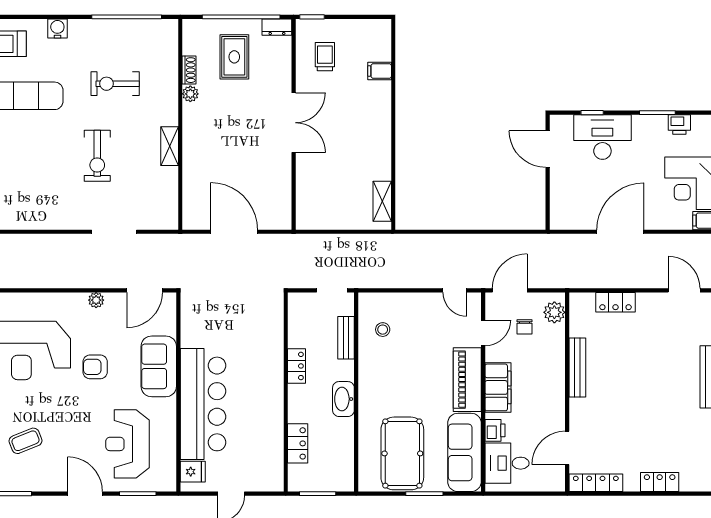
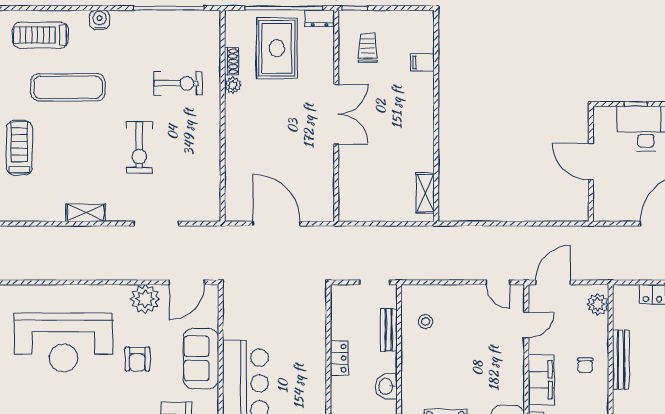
rug: (234, 57) -> (277, 48), width x1.36, depth x1.43
exercise bike: (115, 84) -> (178, 83), moved, turned 180
shelving: (170, 146) -> (86, 213), moved, turned 90
door: (548, 149) -> (591, 162), moved
plant: (96, 300) -> (145, 299), width x1.87, depth x1.87
chair: (525, 327) -> (585, 365), moved
armchair: (95, 367) -> (137, 359), turned -90
piano: (467, 380) -> (510, 372), removed
washbasin: (343, 399) -> (386, 386), width x0.72

